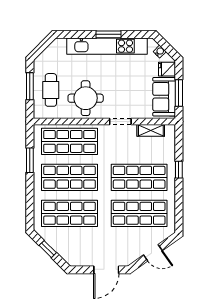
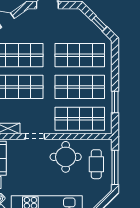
window: (30, 86) -> (115, 167), width x1.44

